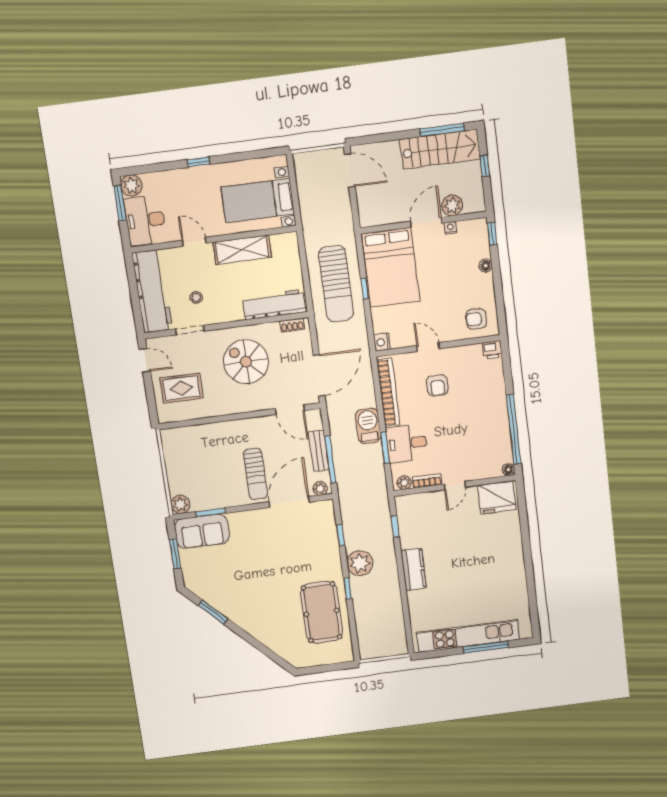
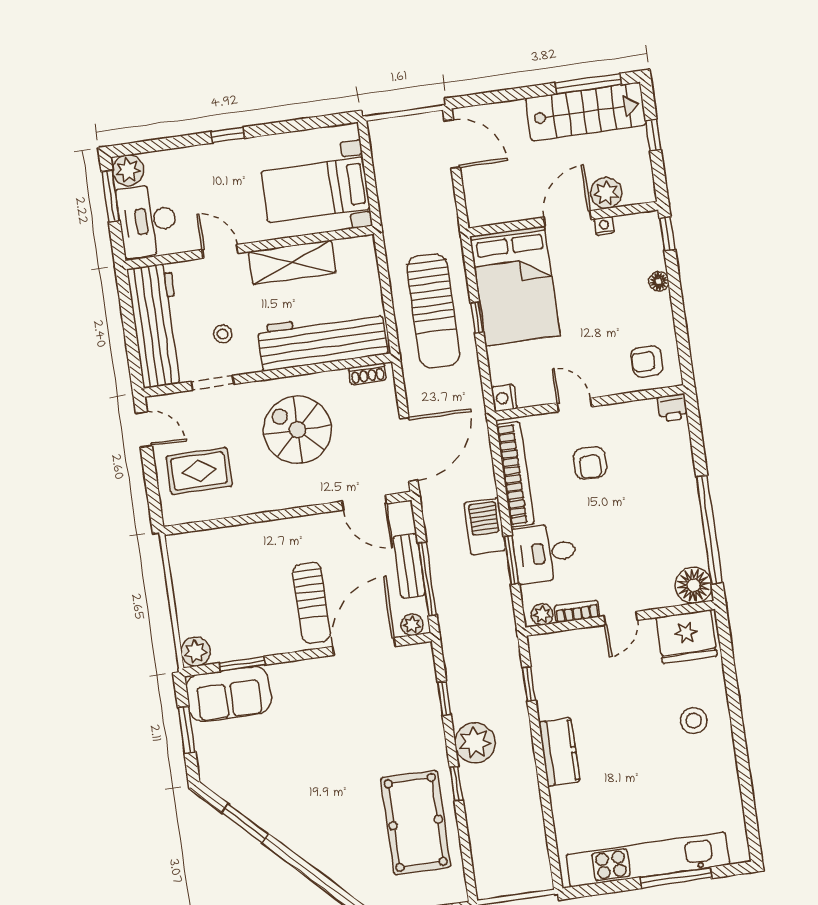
workbench: (274, 305) -> (323, 340), width x1.36, depth x1.32
floor lamp: (508, 470) -> (693, 585), width x1.89, depth x1.89
stool: (500, 550) -> (694, 721), added

